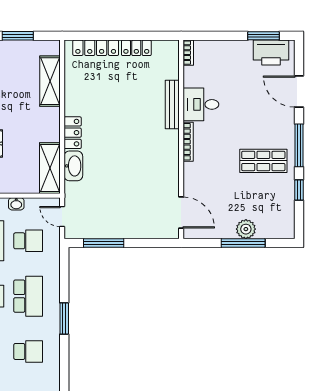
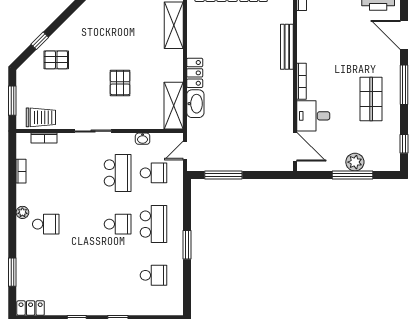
desk: (201, 104) -> (313, 116), moved
shop shelf: (263, 161) -> (371, 99), turned 90
window: (299, 190) -> (404, 144), moved
door: (62, 217) -> (185, 150), hinge flipped

